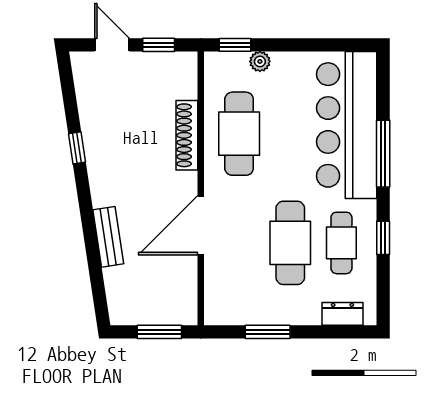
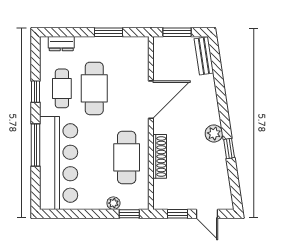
plant: (101, 172) -> (214, 133), added
bench: (108, 237) -> (204, 56), moved

